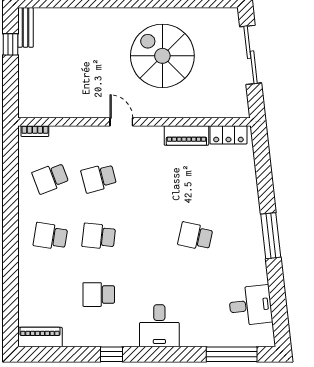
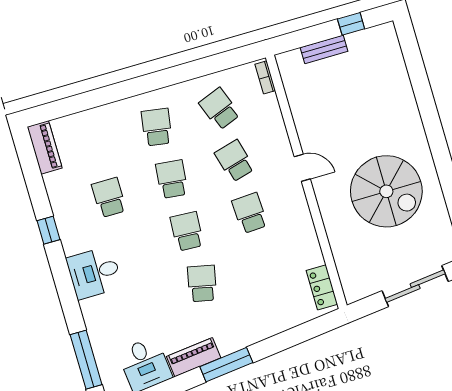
bench: (26, 27) -> (324, 49), moved
spiral stairs: (162, 56) -> (386, 191), turned 90
door: (121, 122) -> (302, 168), hinge flipped
piano: (186, 135) -> (194, 357), moved, turned 84
school desk: (147, 178) -> (250, 213), added
school desk: (147, 236) -> (187, 231), added

